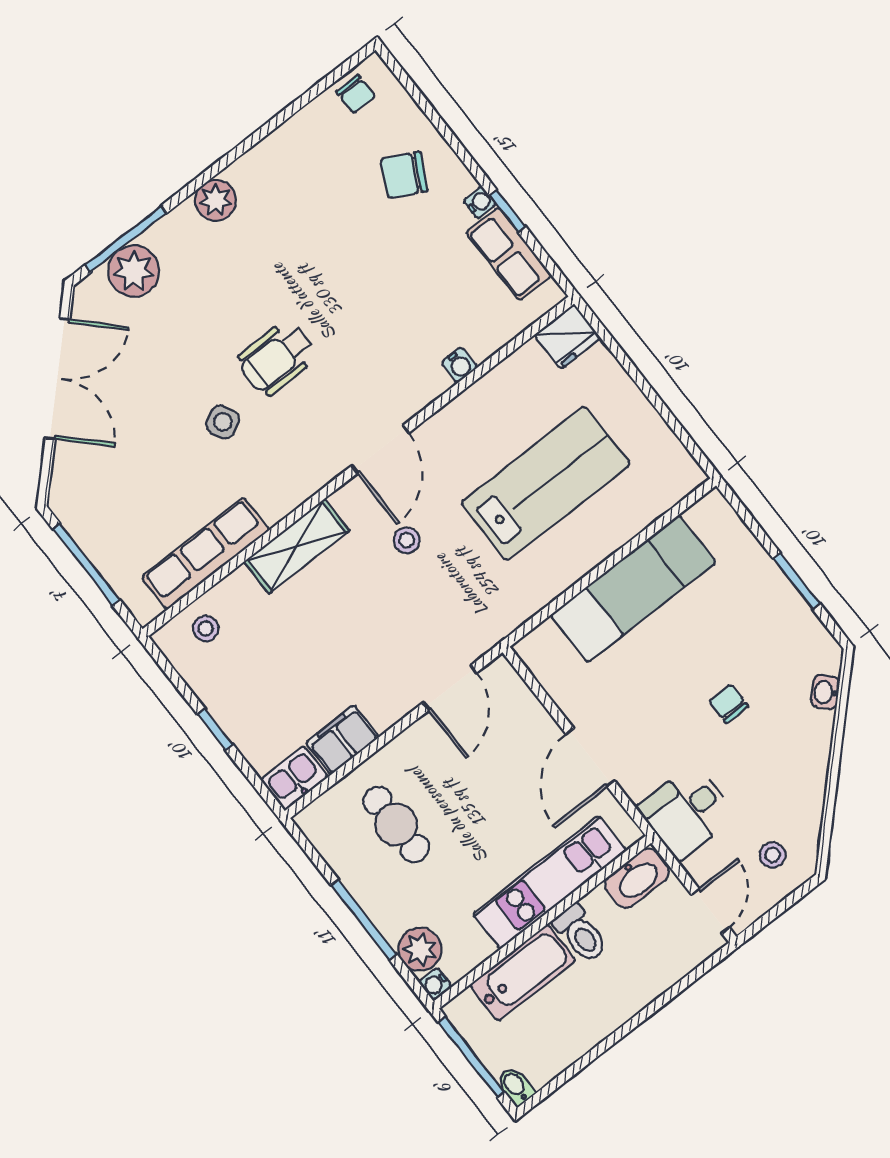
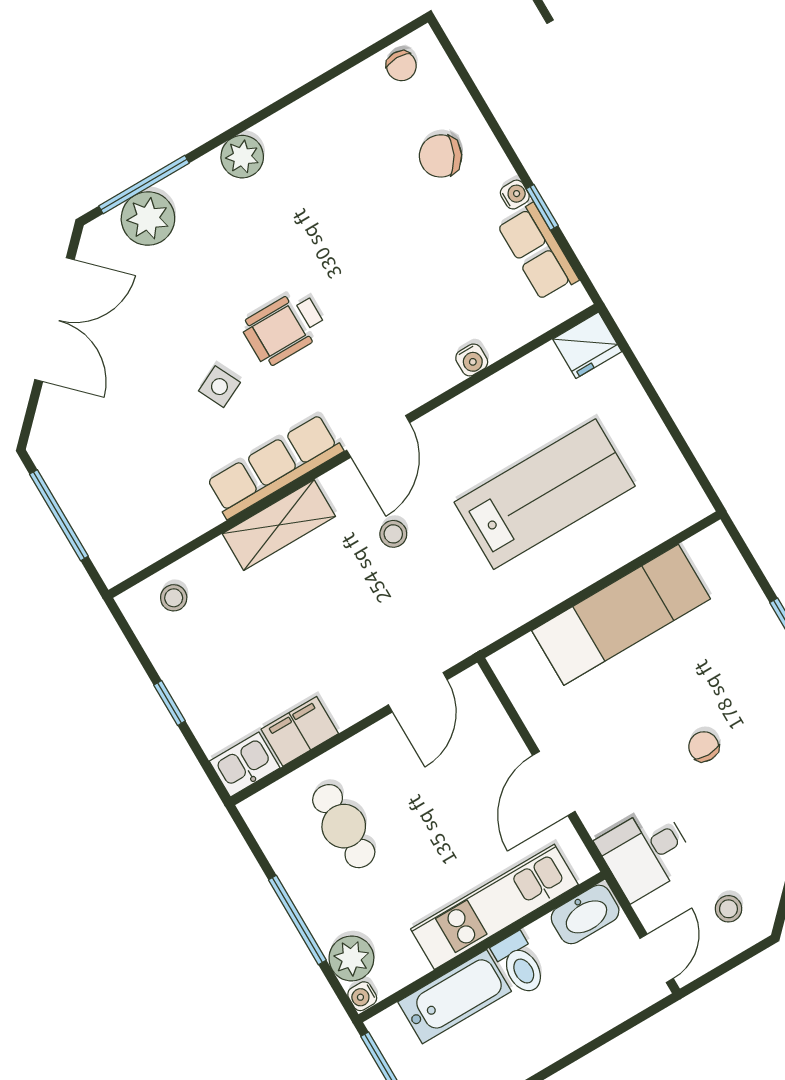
row of seats: (205, 553) -> (274, 467), moved

